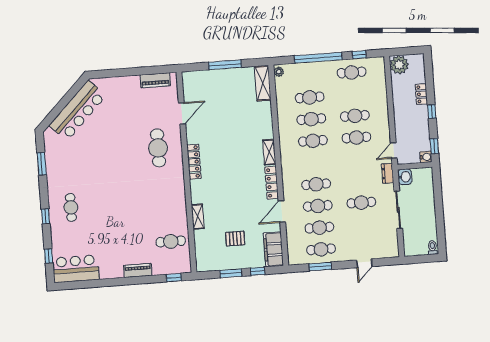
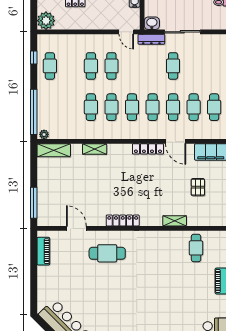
window: (318, 58) -> (34, 112), moved
window: (225, 65) -> (34, 203), moved
cafe table: (310, 97) -> (132, 107), moved
shelving: (269, 152) -> (95, 149), moved
dresser: (388, 173) -> (151, 39), width x1.44

